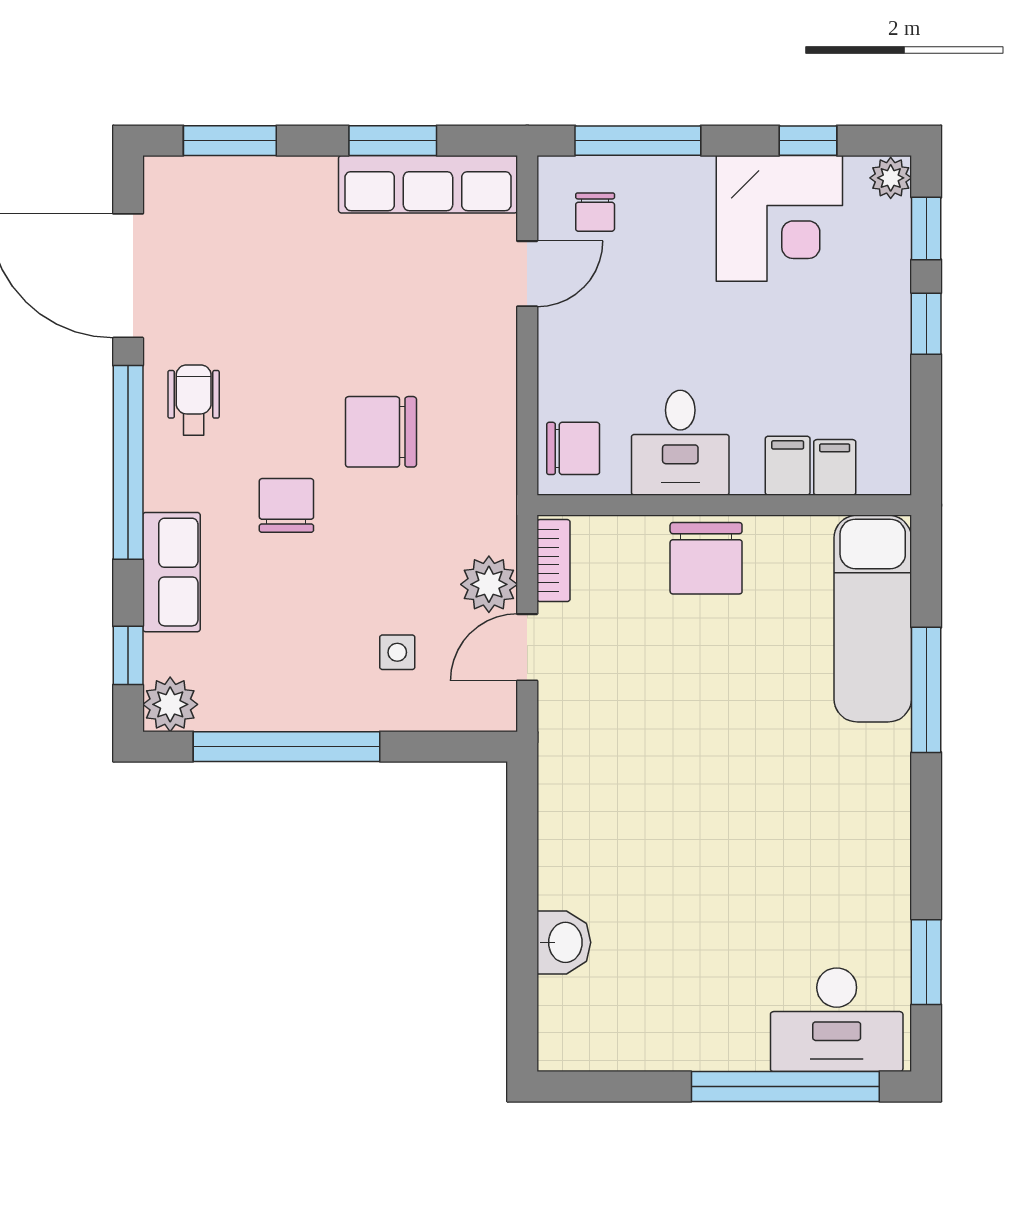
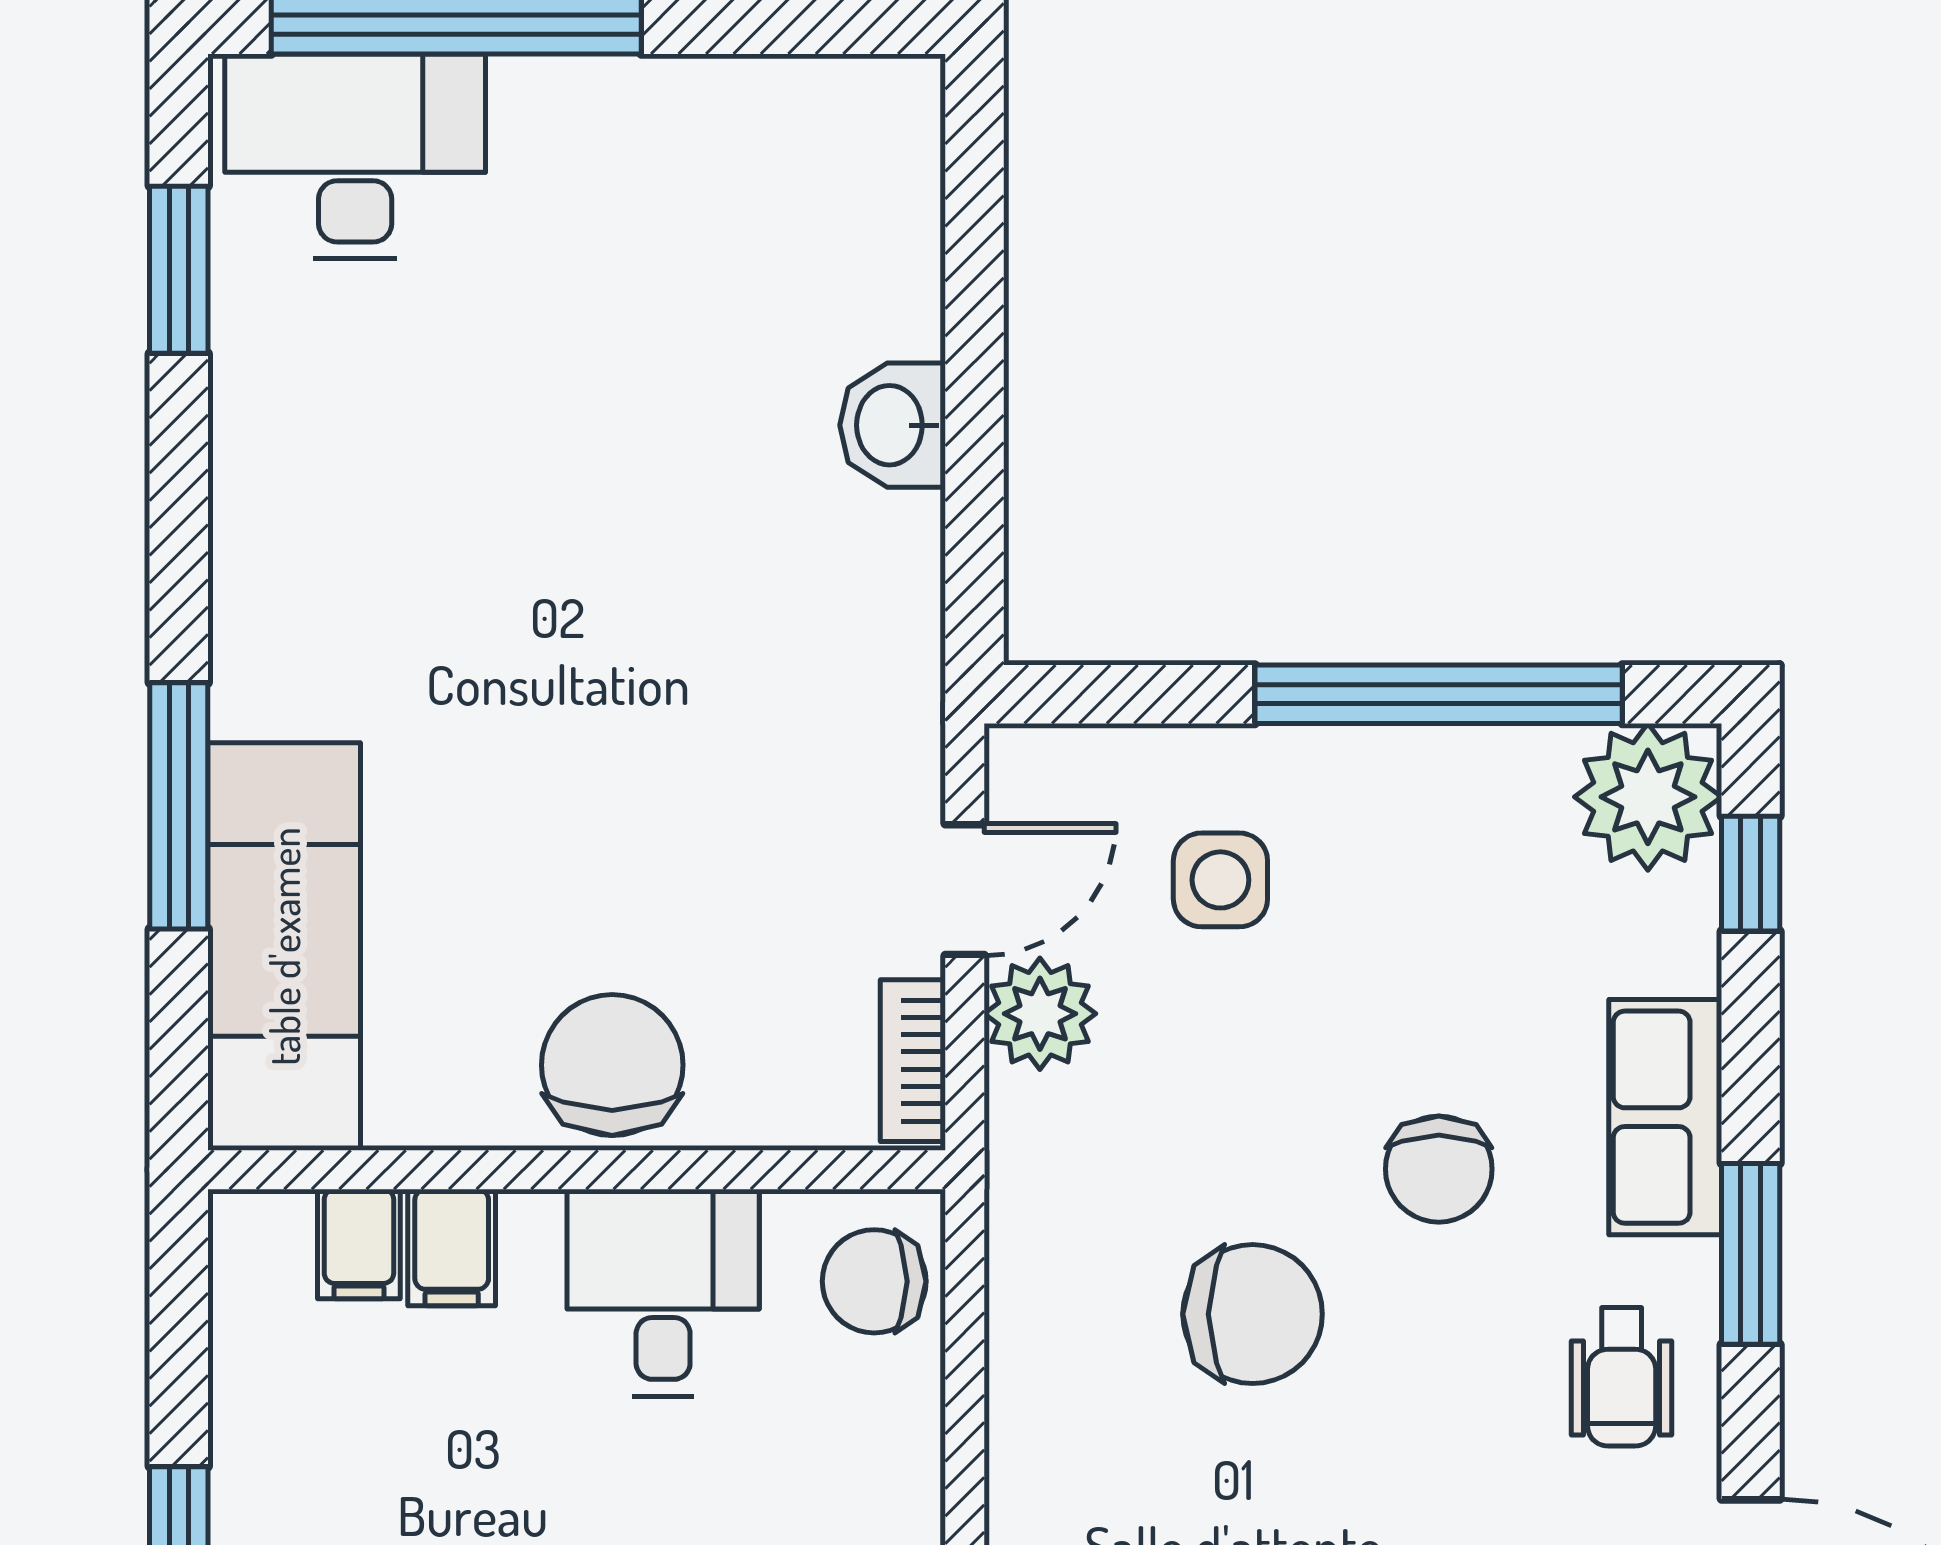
window: (128, 462) -> (1751, 1254), width x0.47
row of seats: (171, 572) -> (1665, 1117), moved
side table: (397, 652) -> (1220, 880), width x1.37, depth x1.37
plant: (170, 704) -> (1648, 797), width x1.36, depth x1.36
washbasin: (564, 942) -> (893, 425), moved

